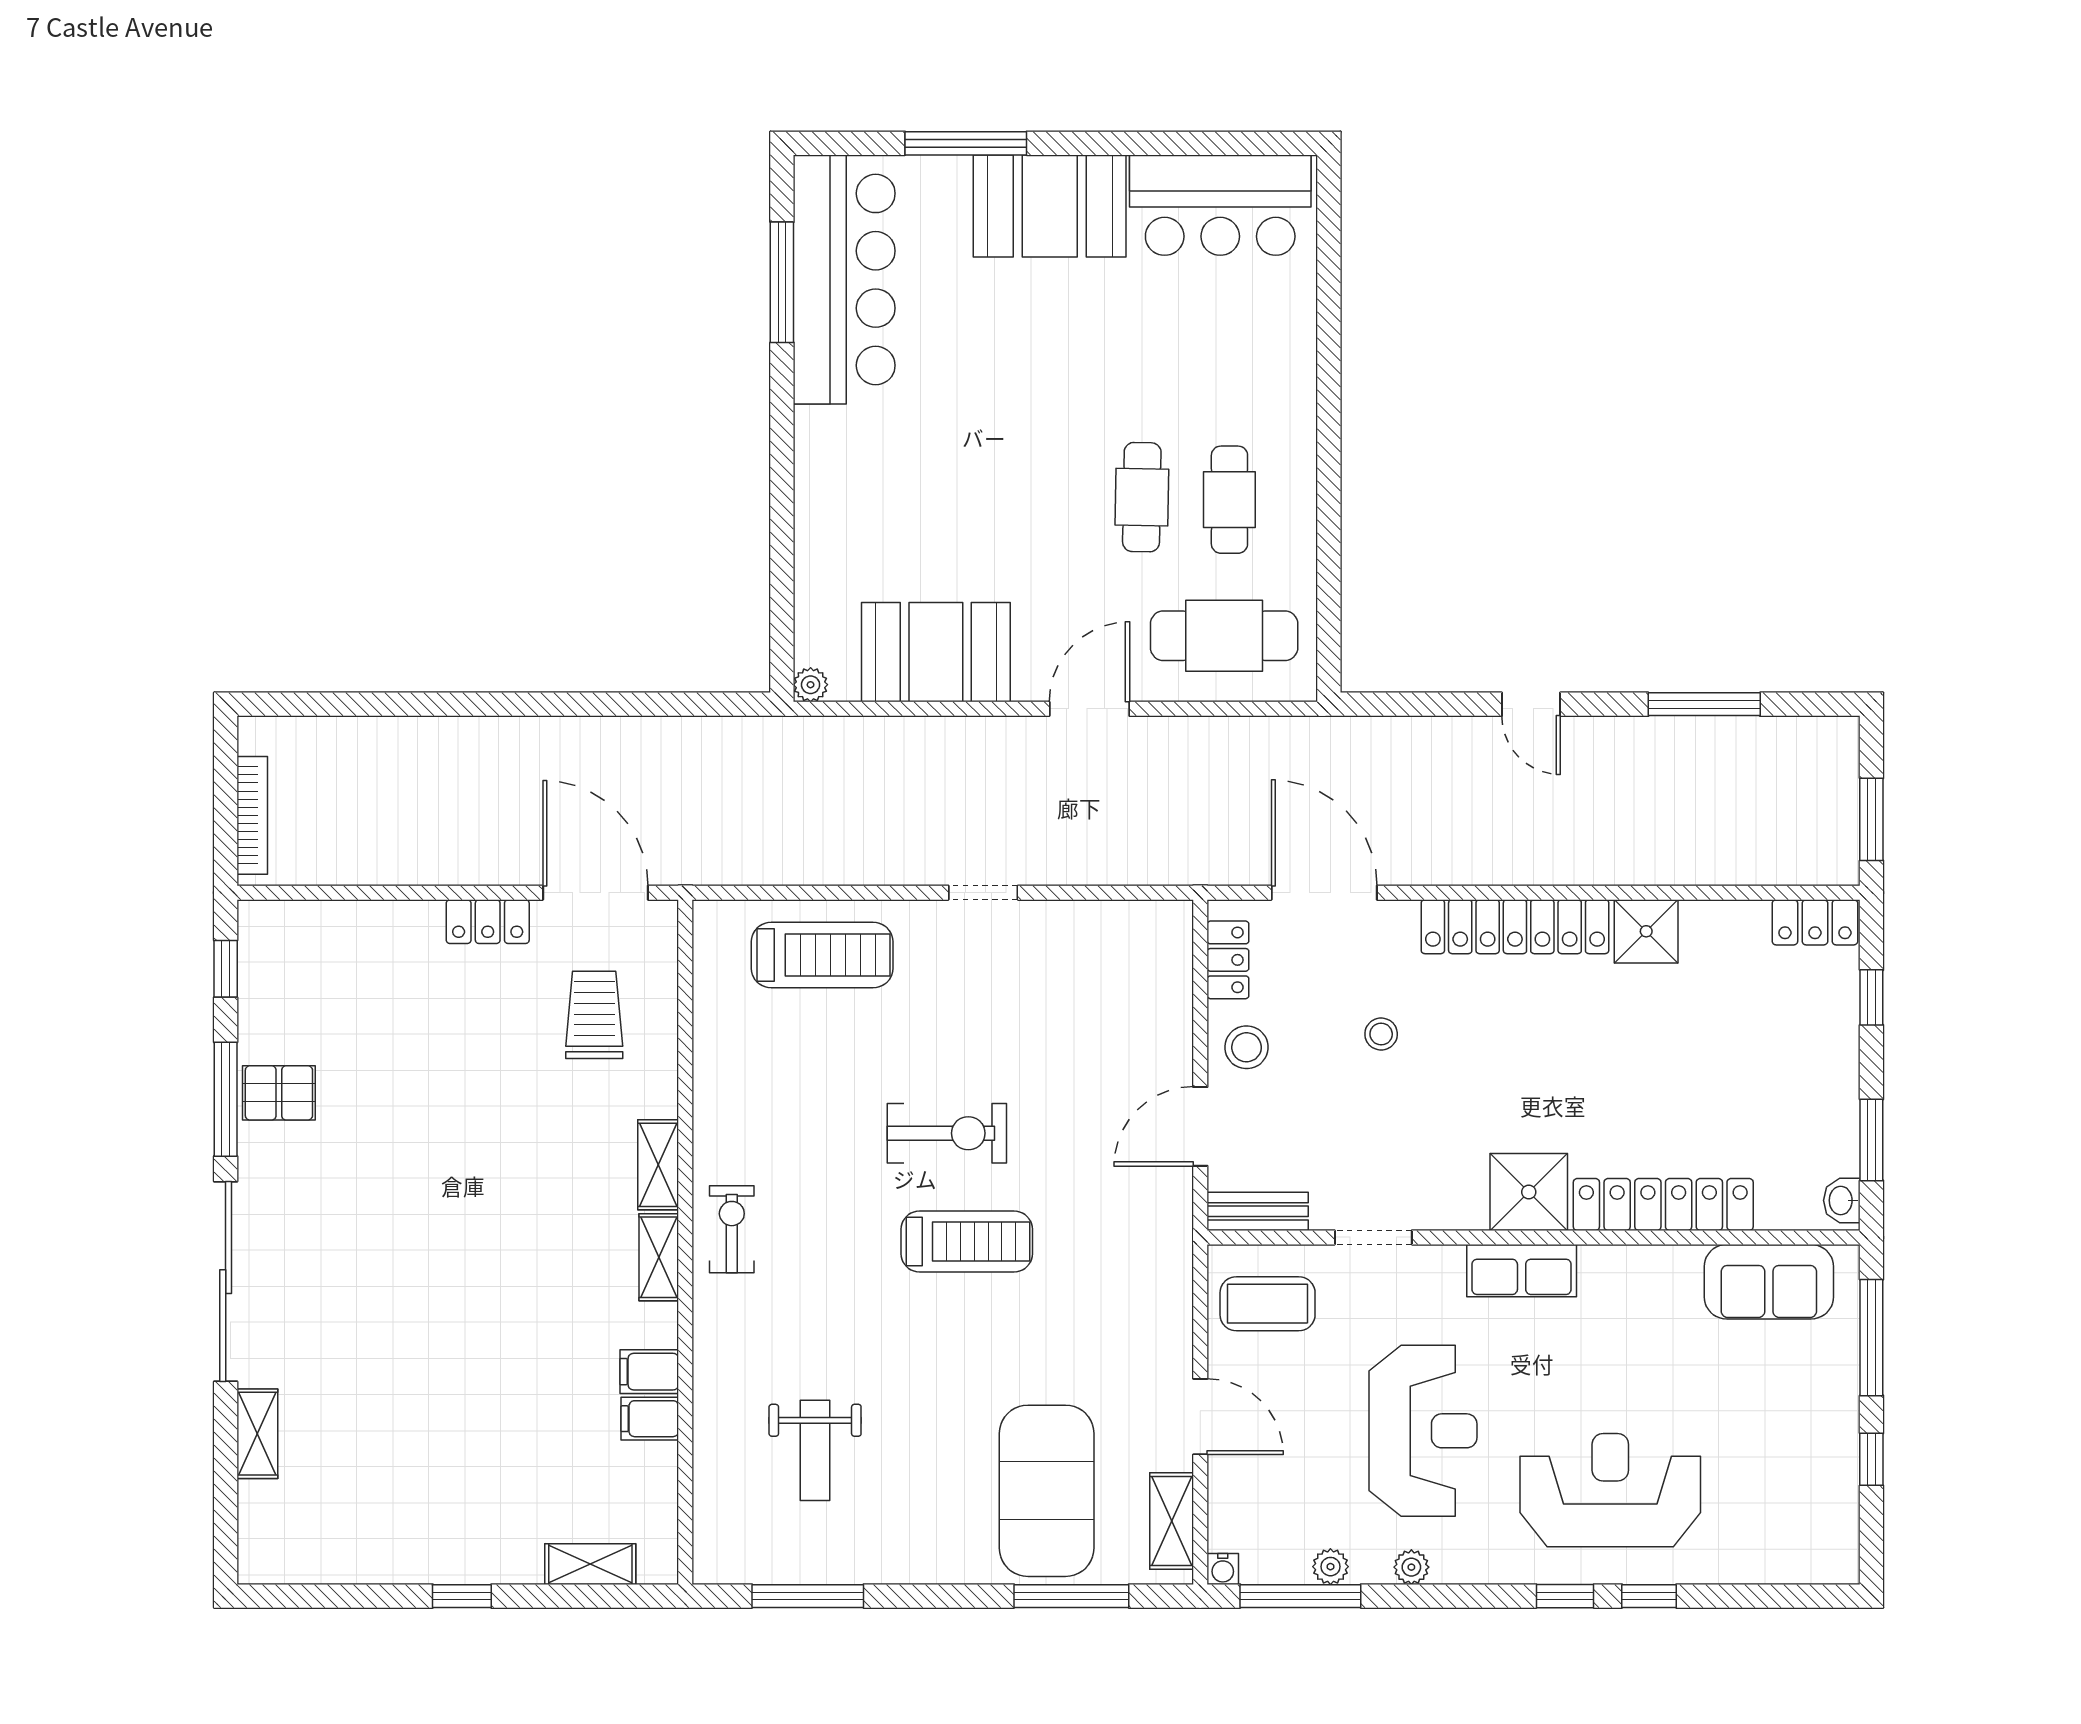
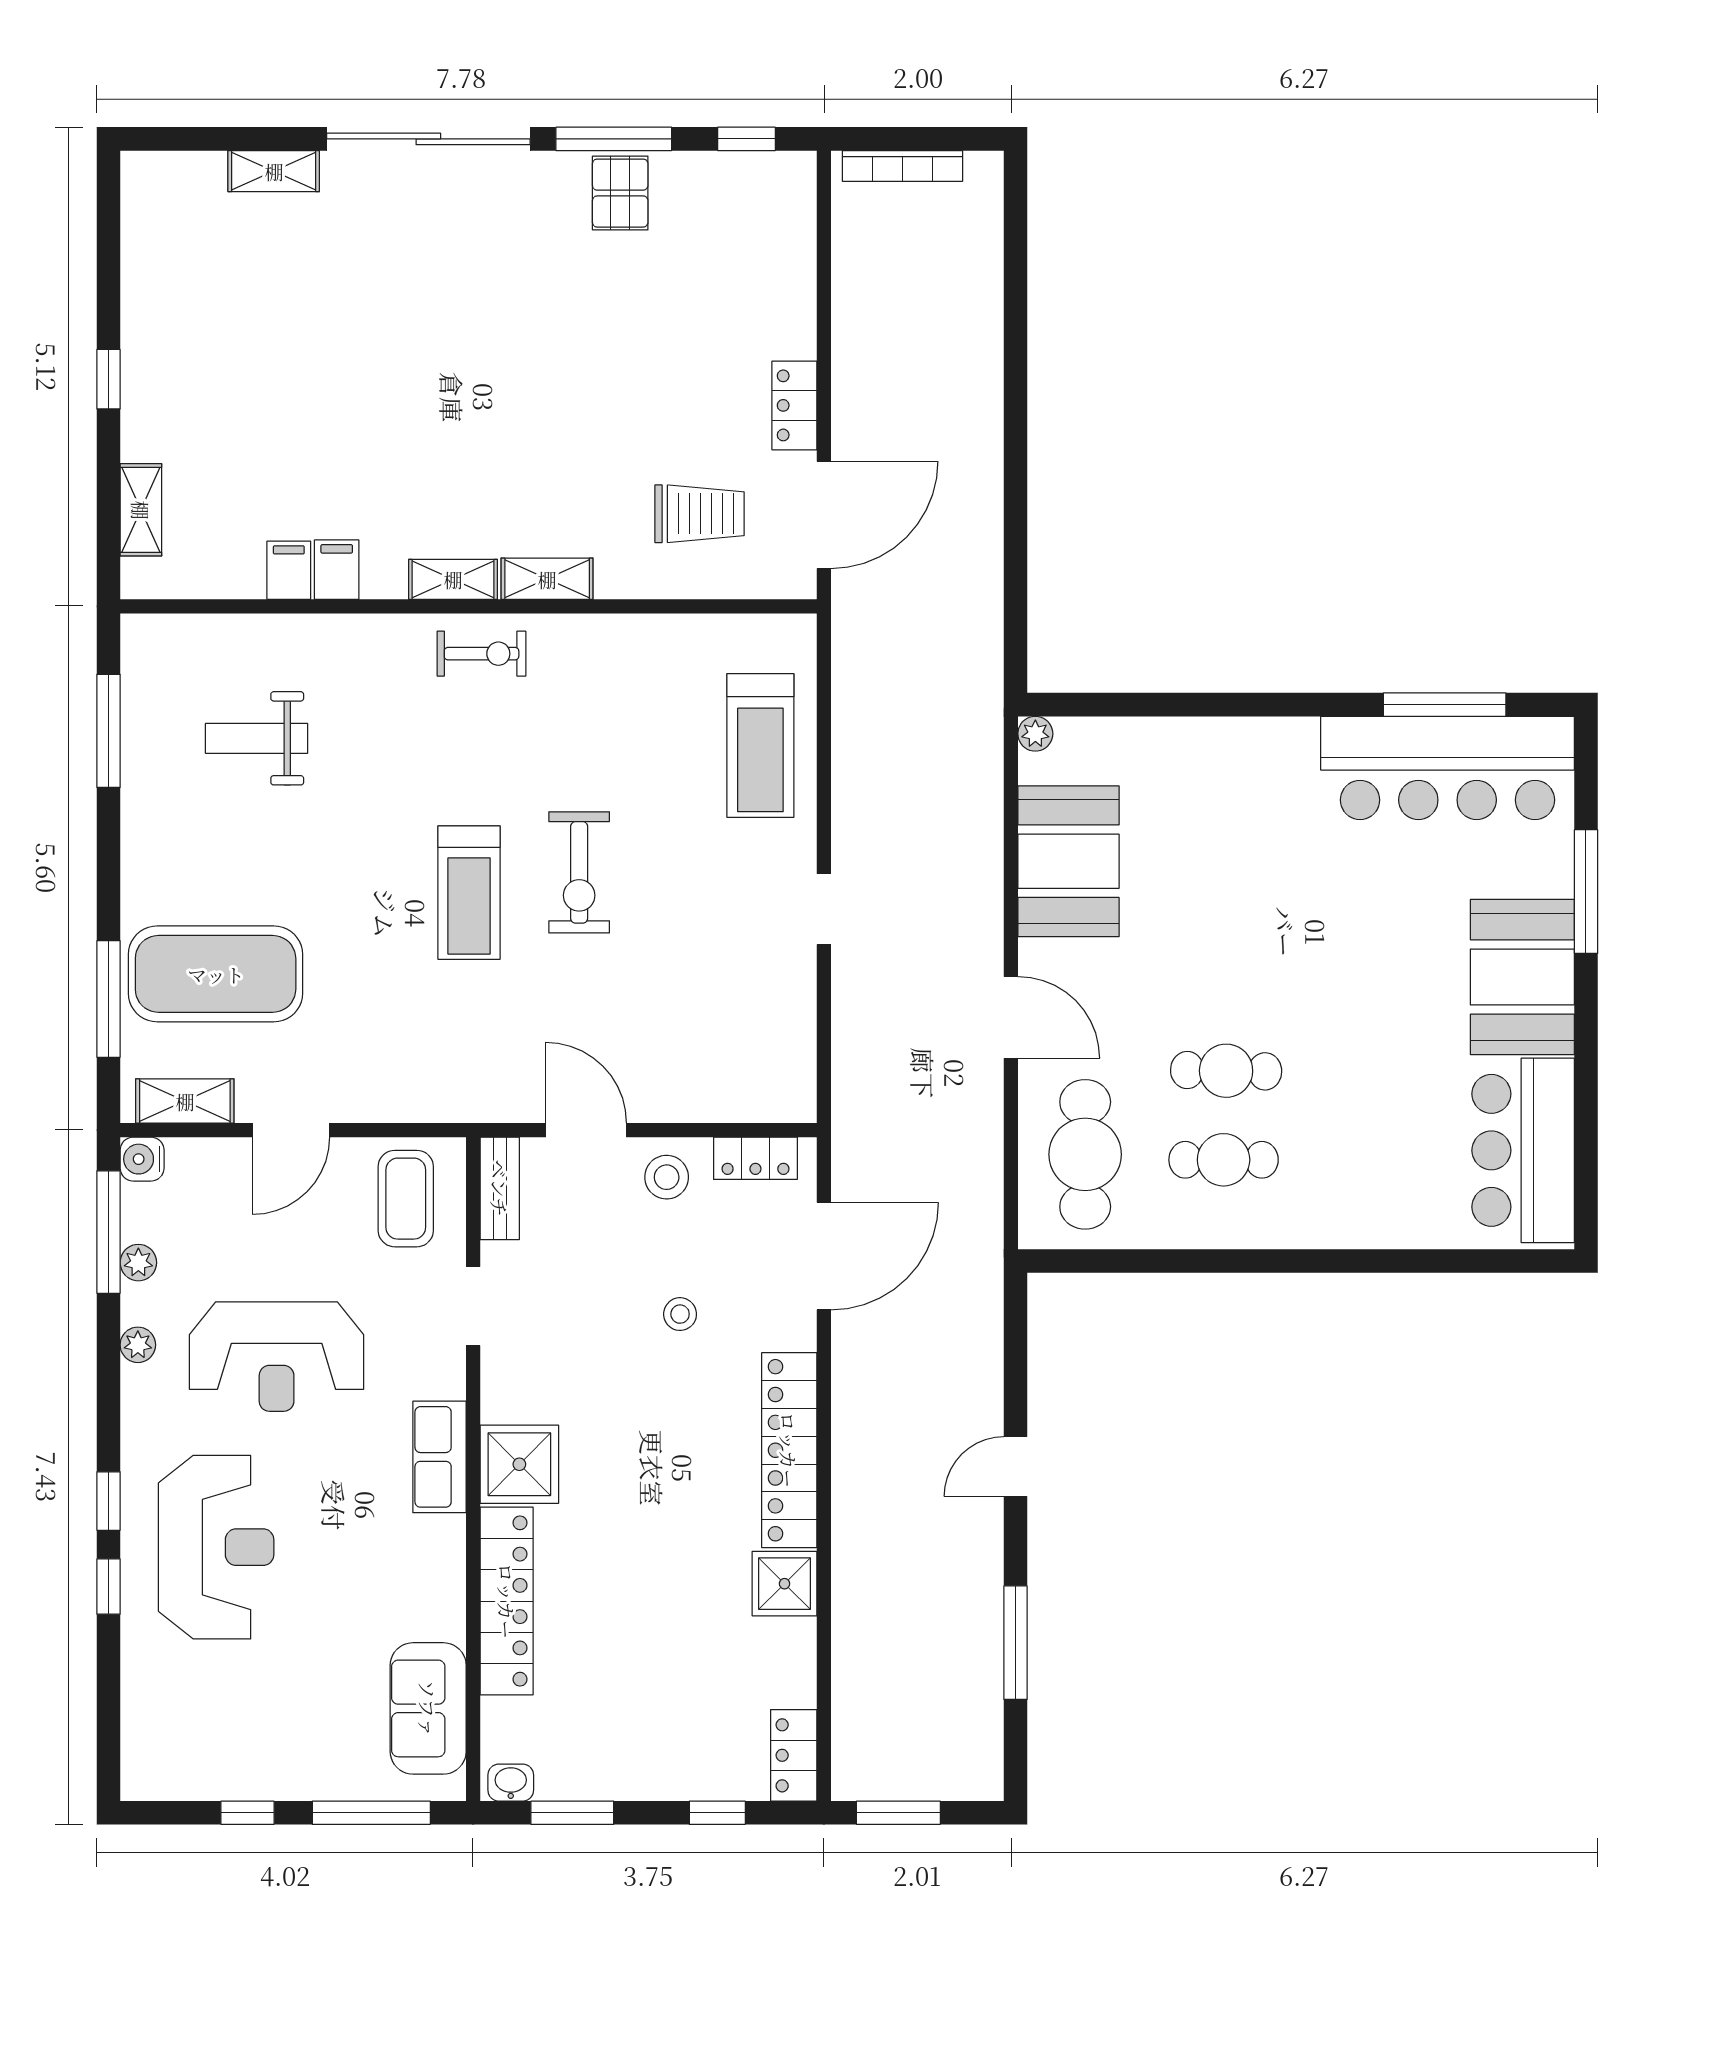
water cooler: (1223, 1569) -> (142, 1159), width x1.38, depth x1.38

